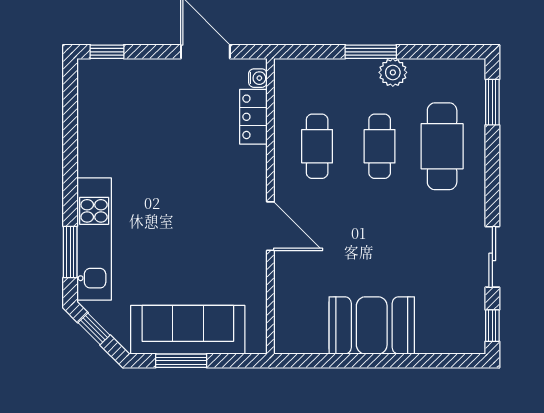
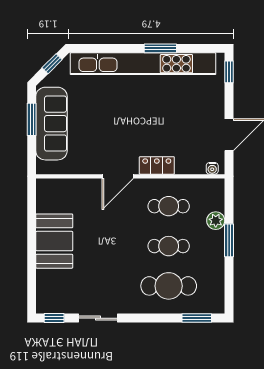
plant: (393, 72) -> (216, 221), moved
locker: (253, 117) -> (157, 165), moved
kitchen unit: (94, 239) -> (143, 64), width x1.86
window: (70, 252) -> (160, 48), moved

